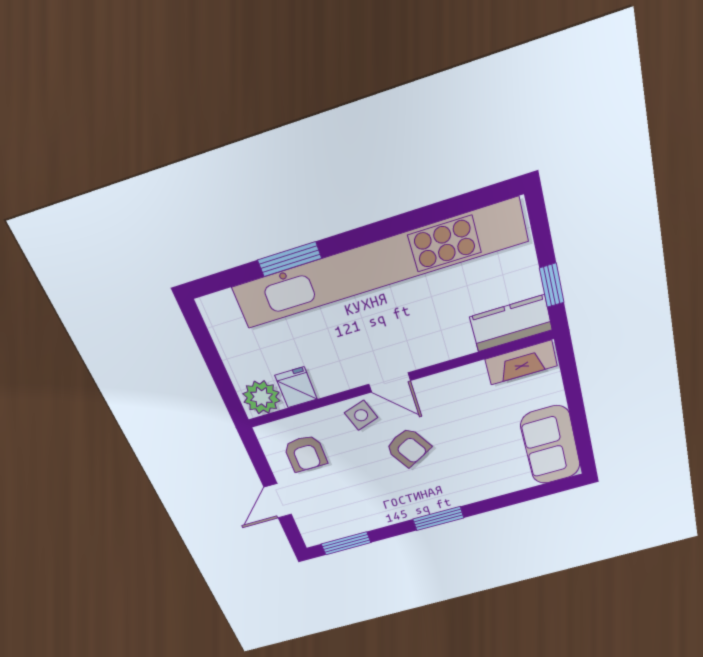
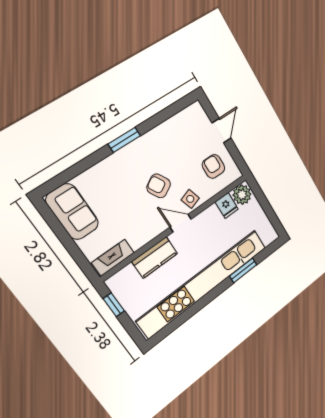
kitchen counter: (511, 323) -> (155, 257), moved
window: (346, 543) -> (176, 108), removed

